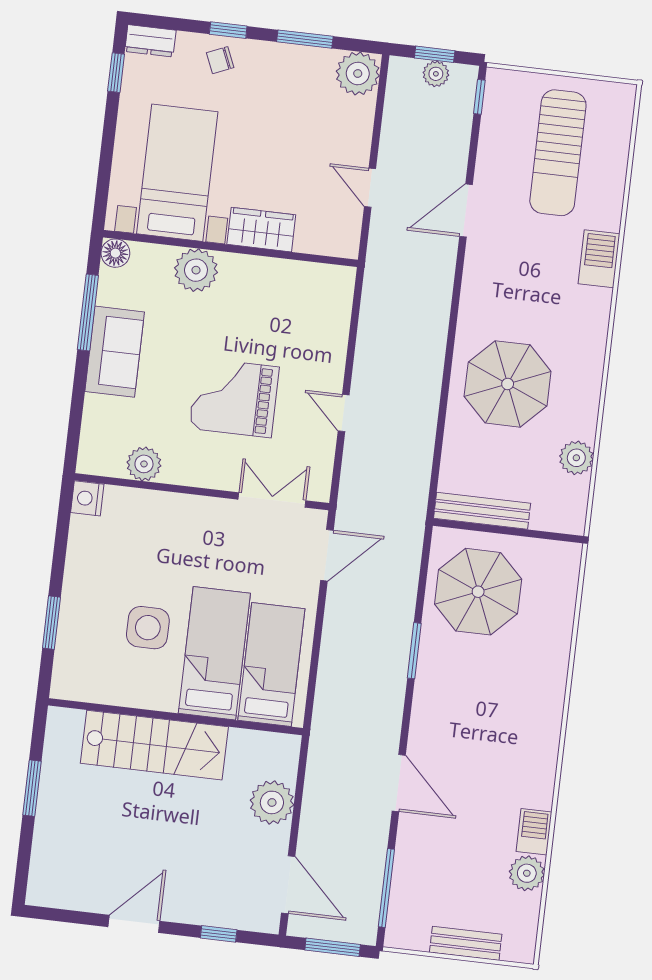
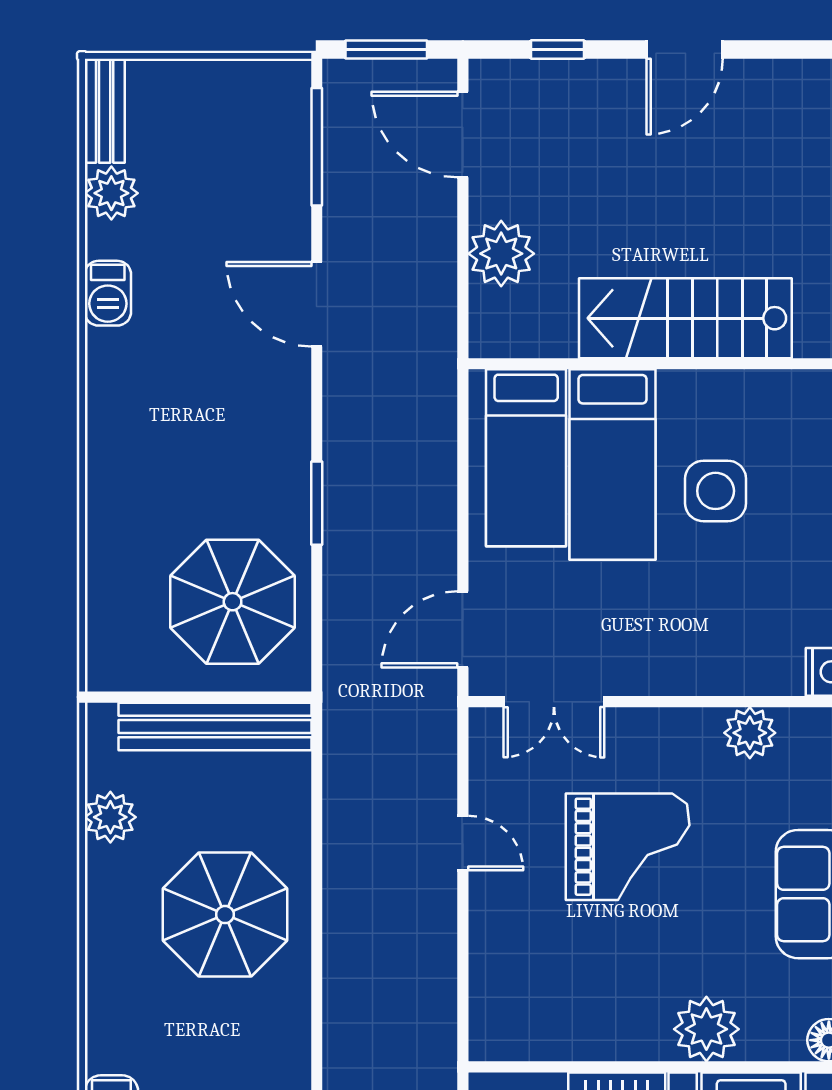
bench: (482, 511) -> (215, 727), width x1.37, depth x1.21
barbecue: (534, 832) -> (108, 293), moved
bench: (466, 943) -> (105, 111), moved, turned 90

